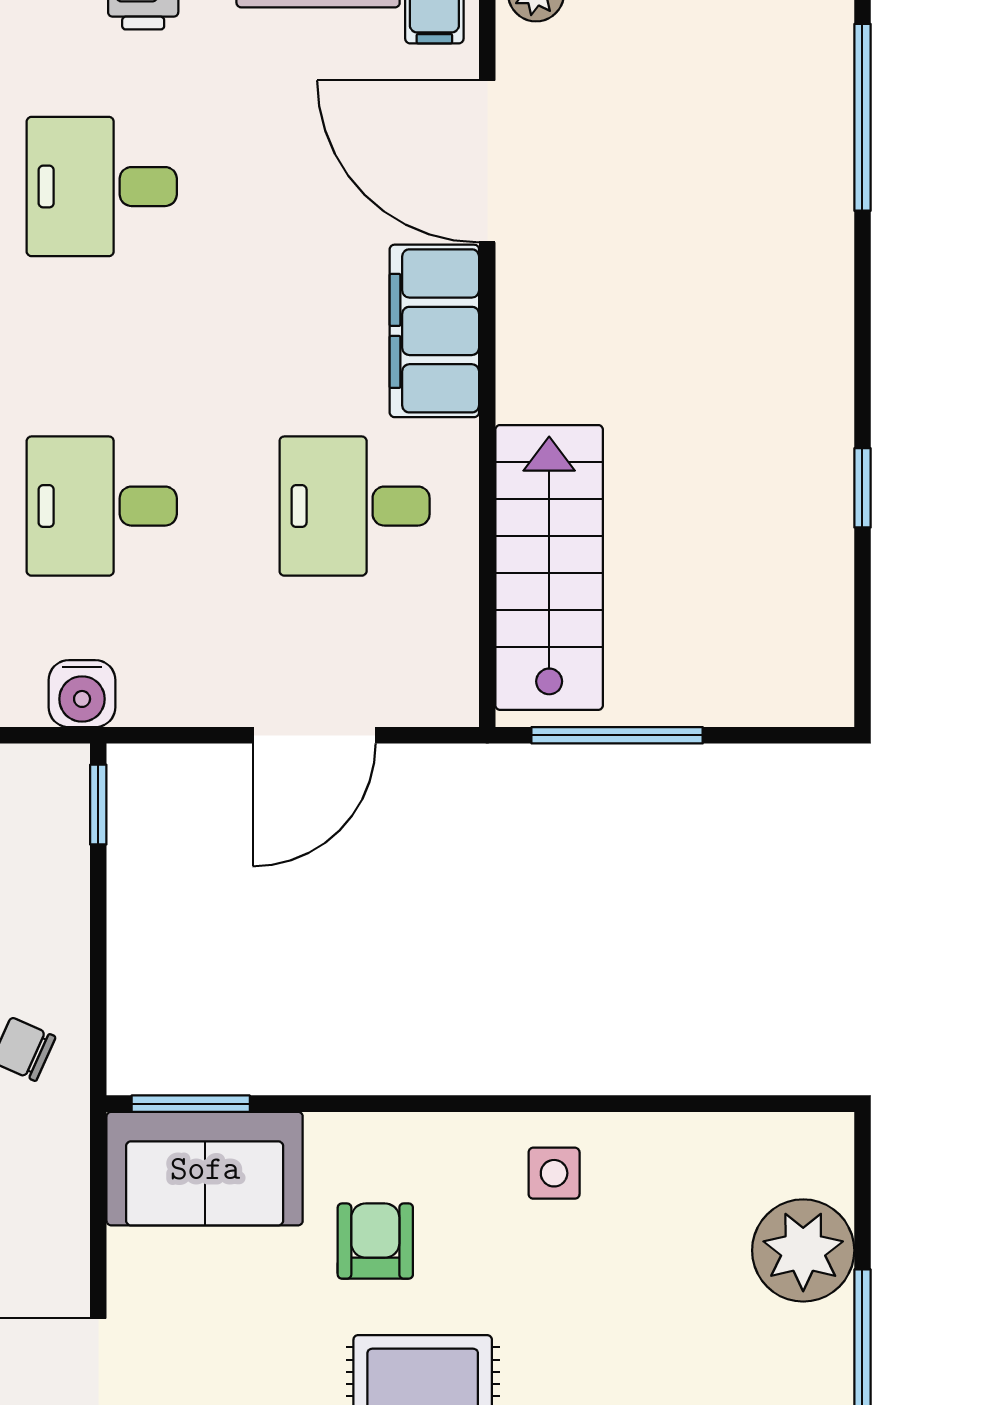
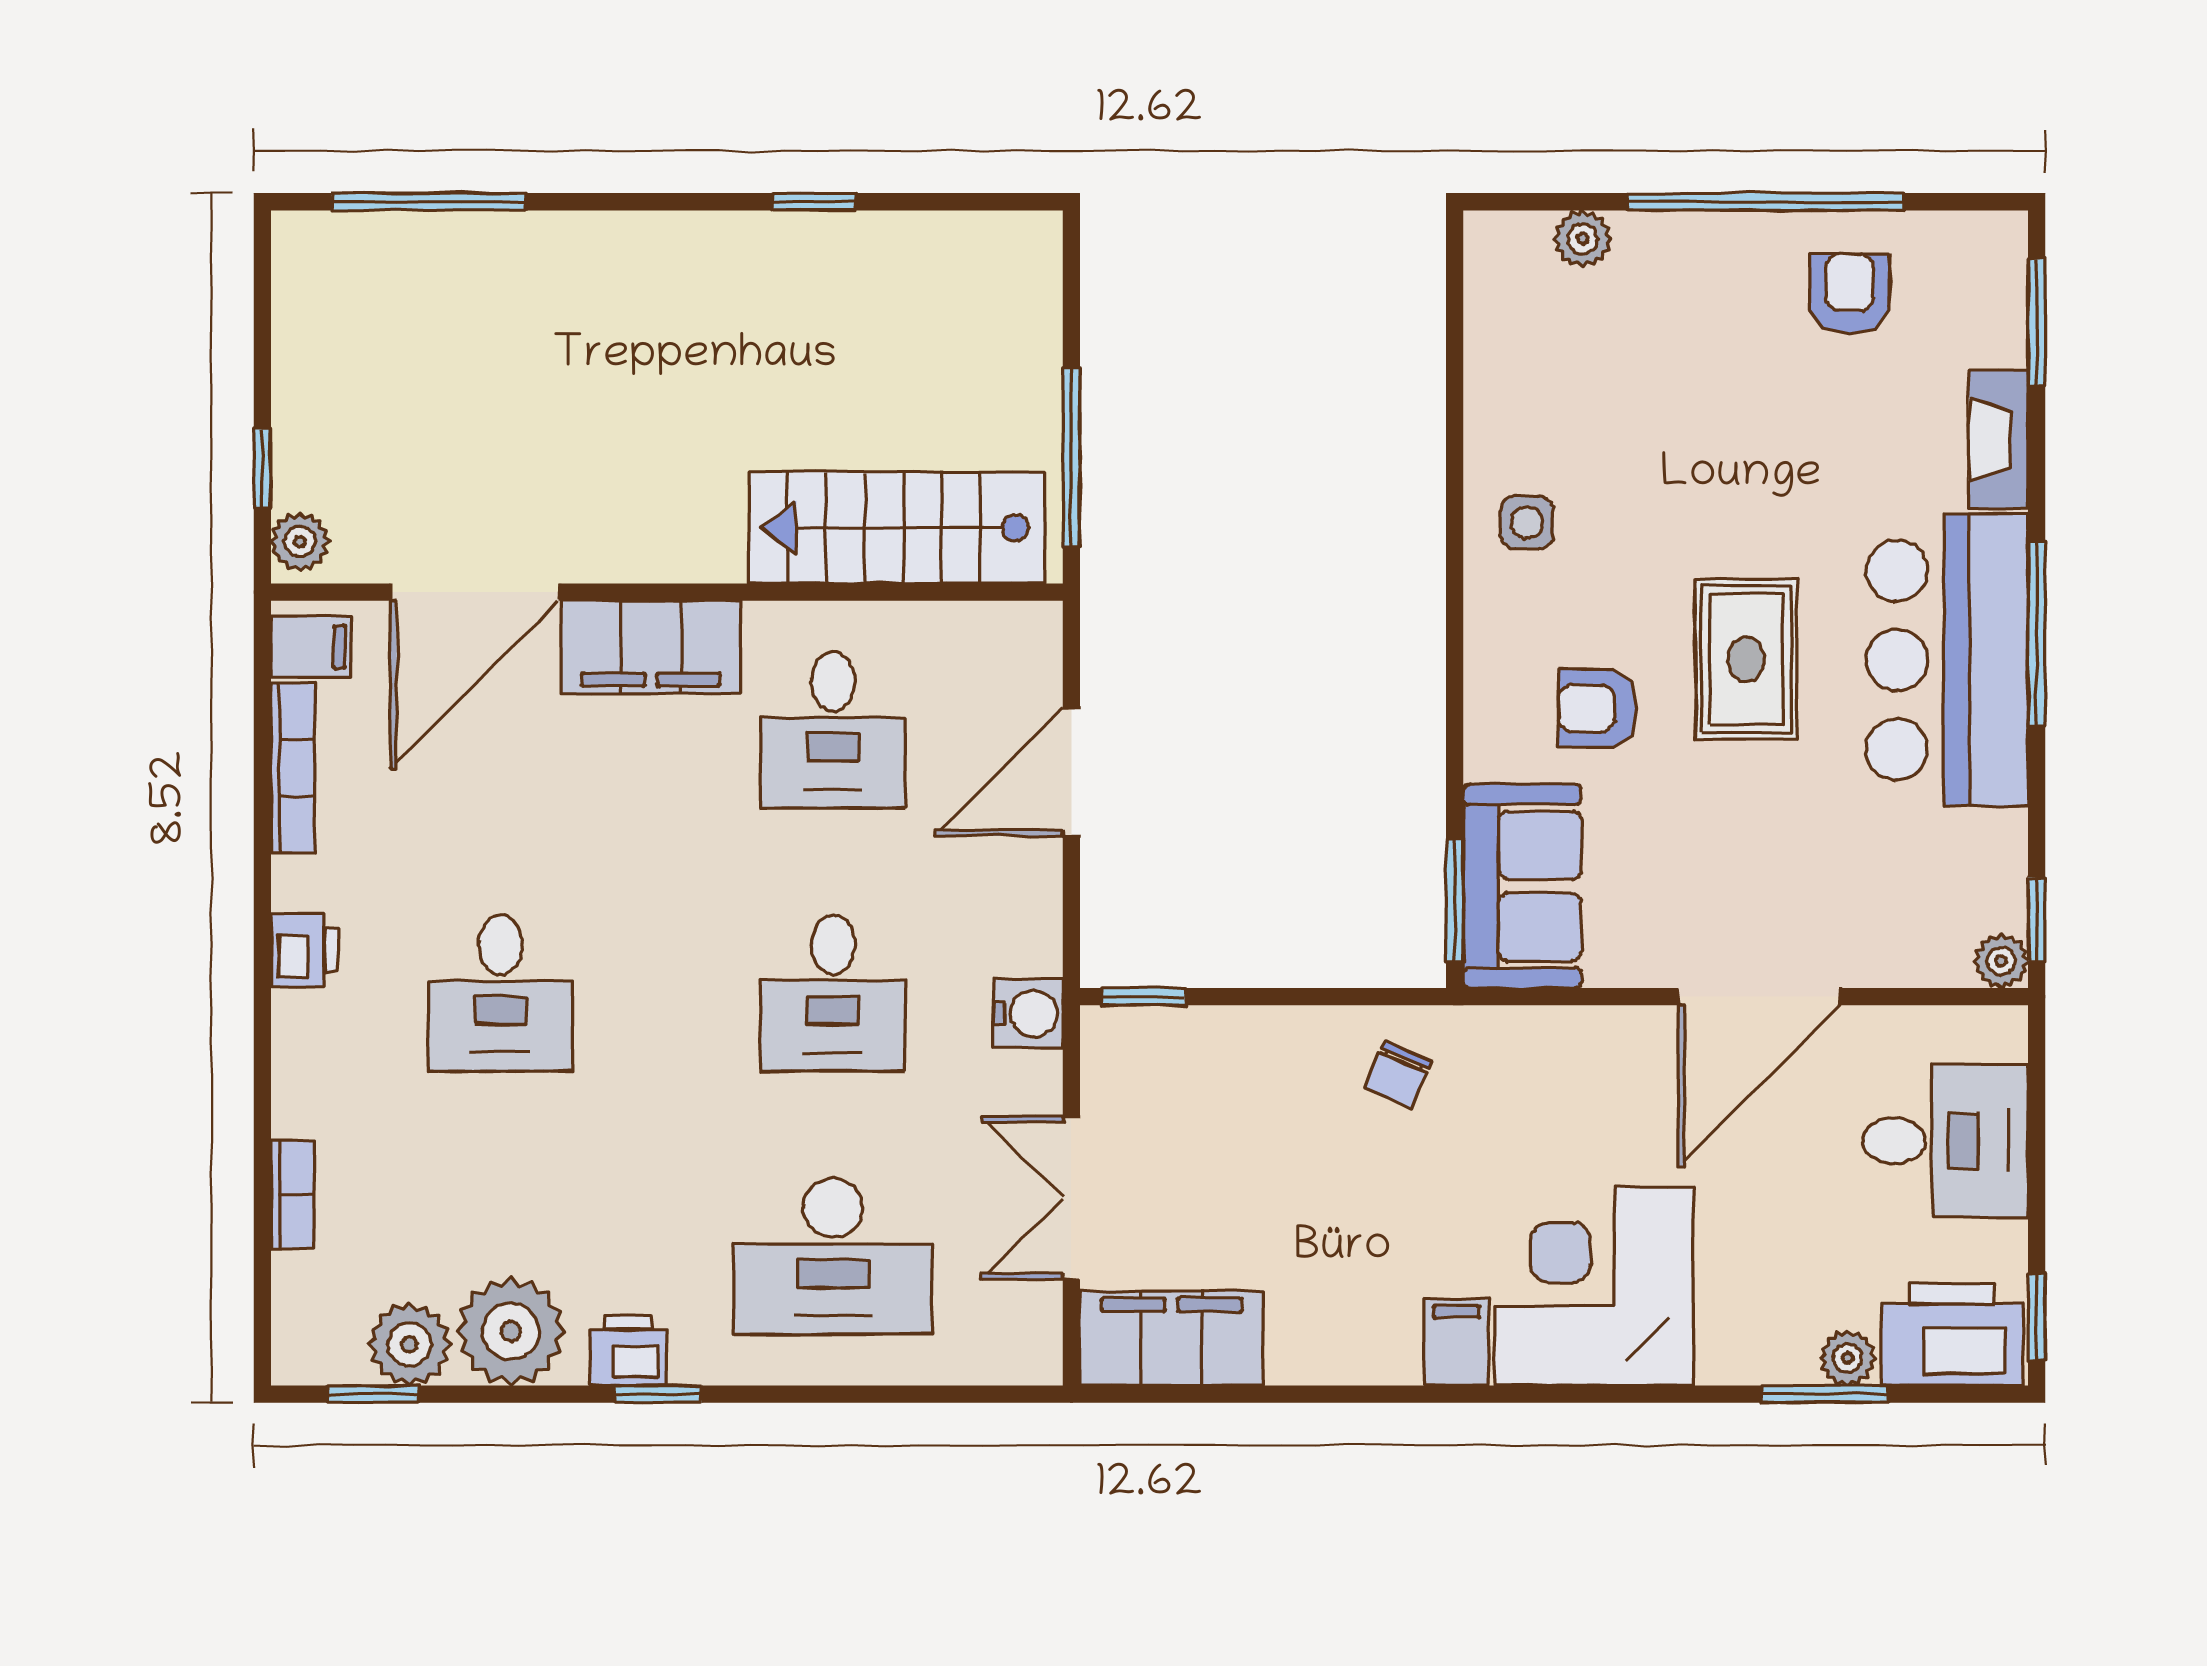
door: (314, 735) -> (1071, 772), swing flipped
plant: (803, 1250) -> (1583, 239), width x0.53, depth x0.53

